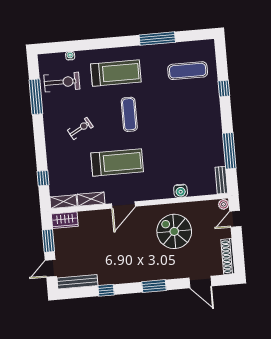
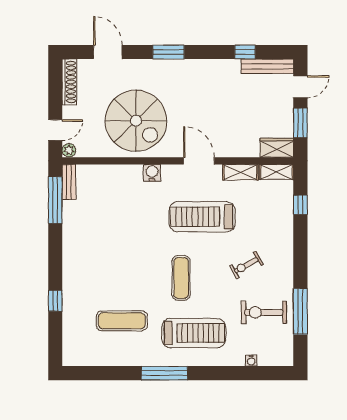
window: (157, 39) -> (164, 373), moved
exercise mat: (188, 71) -> (122, 321), moved
treadmill: (116, 73) -> (194, 333), turned 180
exercise bike: (62, 82) -> (264, 312), moved
window: (229, 151) -> (55, 200), moved
water cooler: (181, 191) -> (152, 173), moved
door: (123, 205) -> (199, 161), hinge flipped
spiral stairs: (174, 231) -> (136, 121), width x1.37, depth x1.37
window: (106, 290) -> (245, 52), moved

